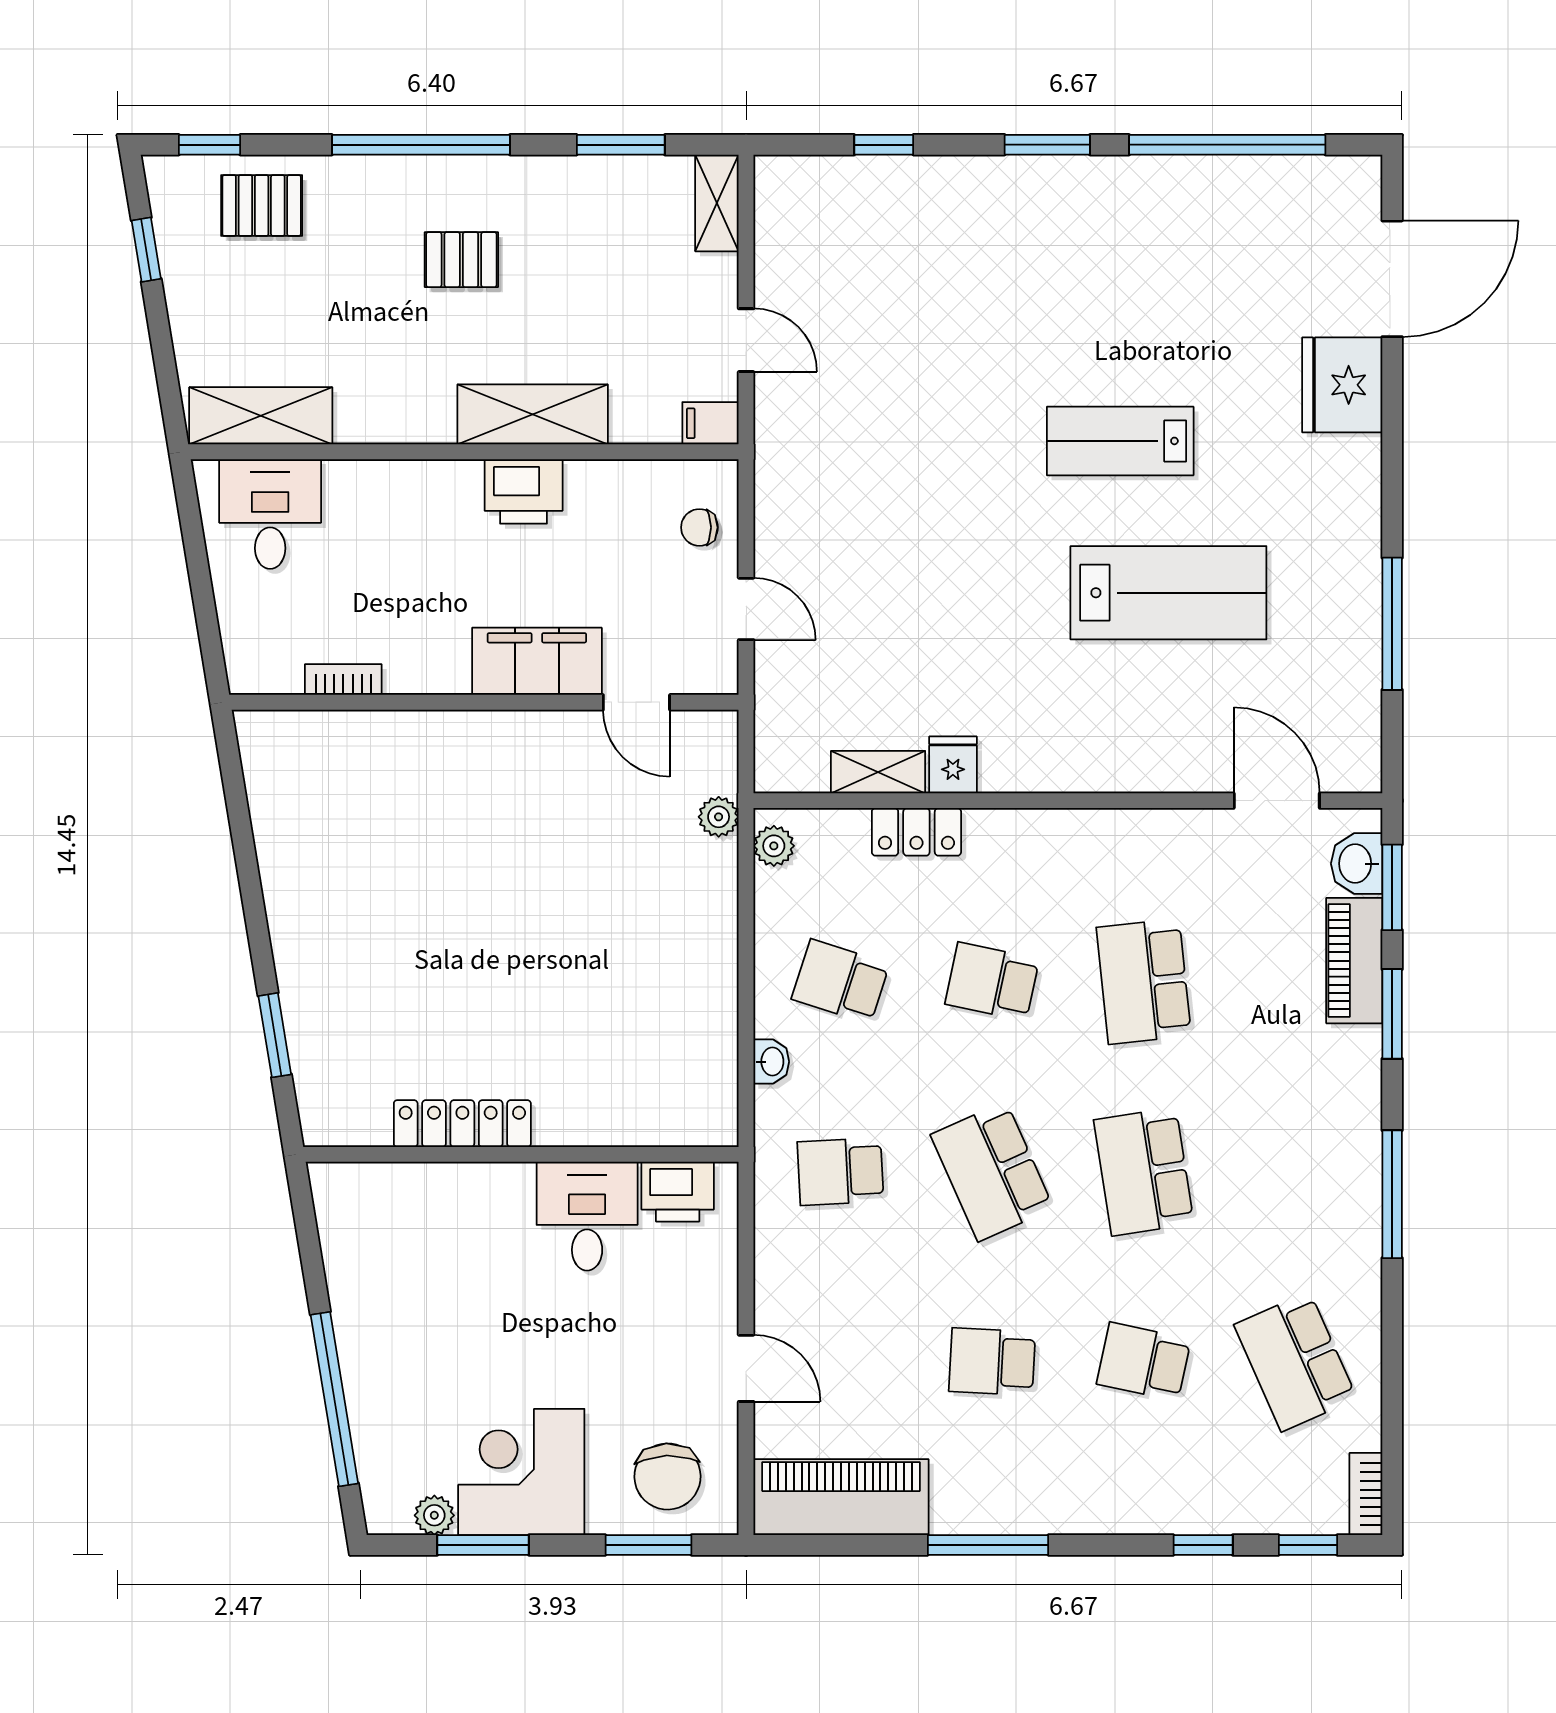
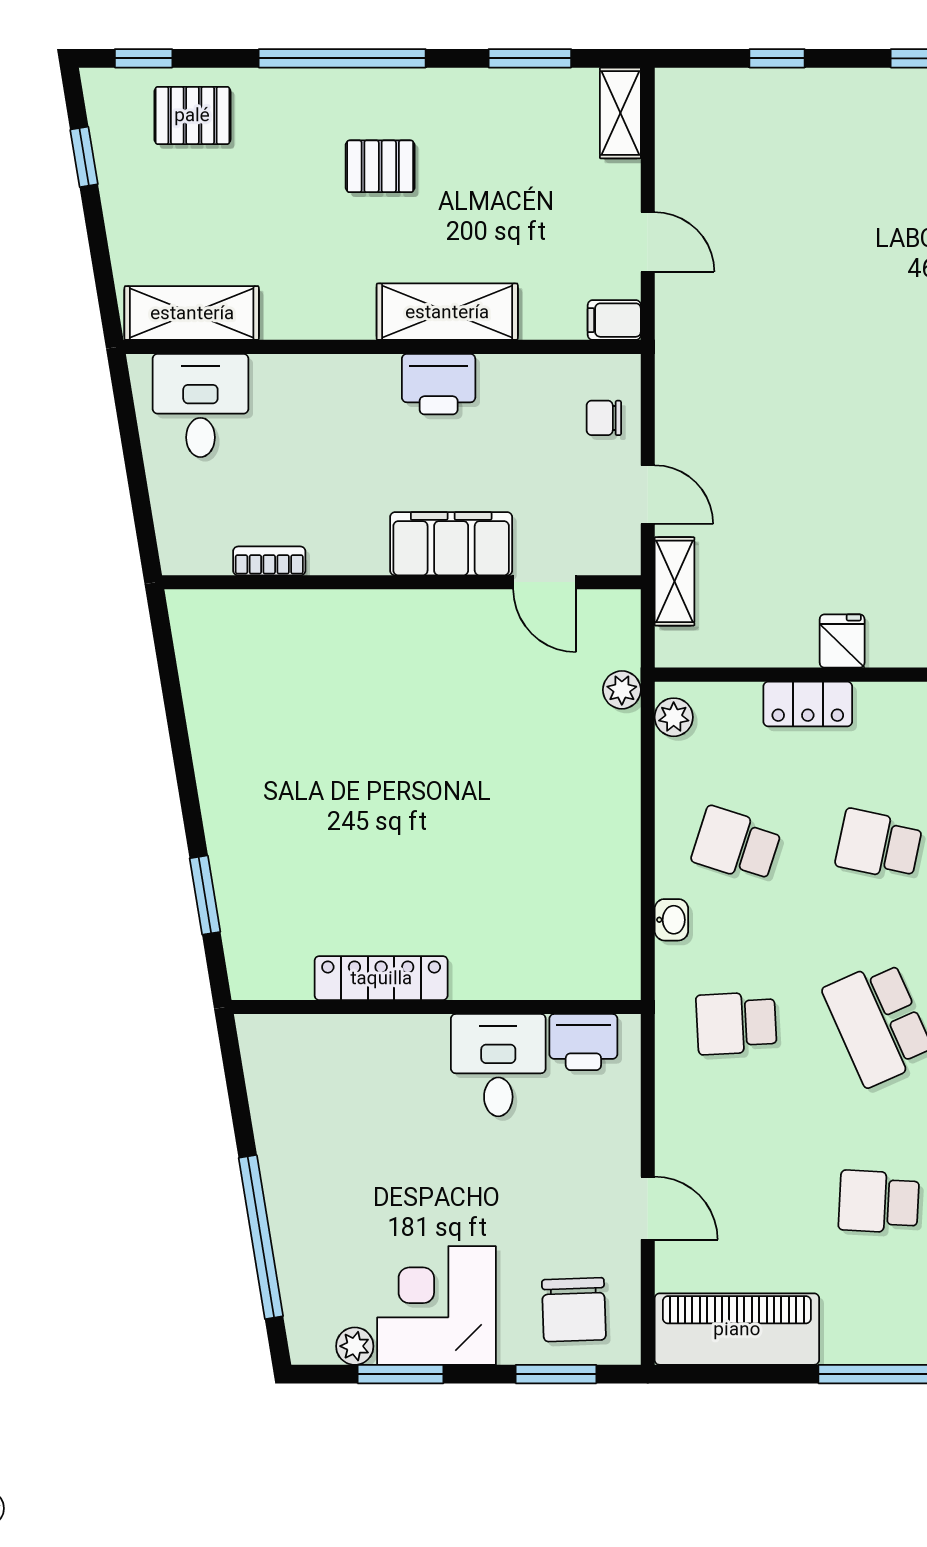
shelving: (878, 772) -> (675, 581), moved, turned 90

